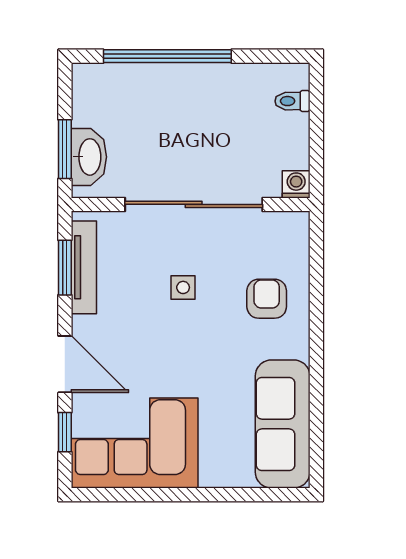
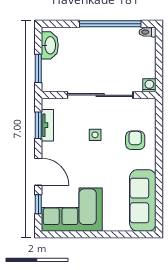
window: (167, 56) -> (110, 24), moved
toilet: (292, 101) -> (148, 32), moved
washbasin: (89, 157) -> (50, 45), moved
tv unit: (84, 267) -> (47, 125), width x0.71

